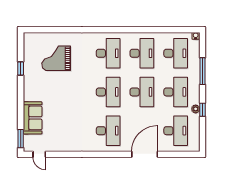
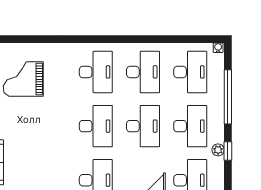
window: (203, 71) -> (228, 97), width x1.46

